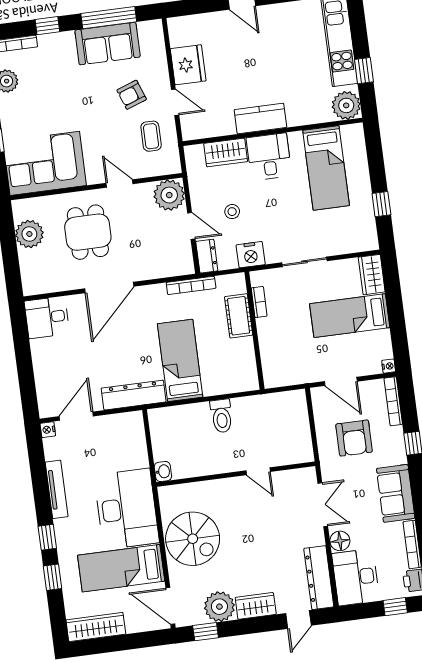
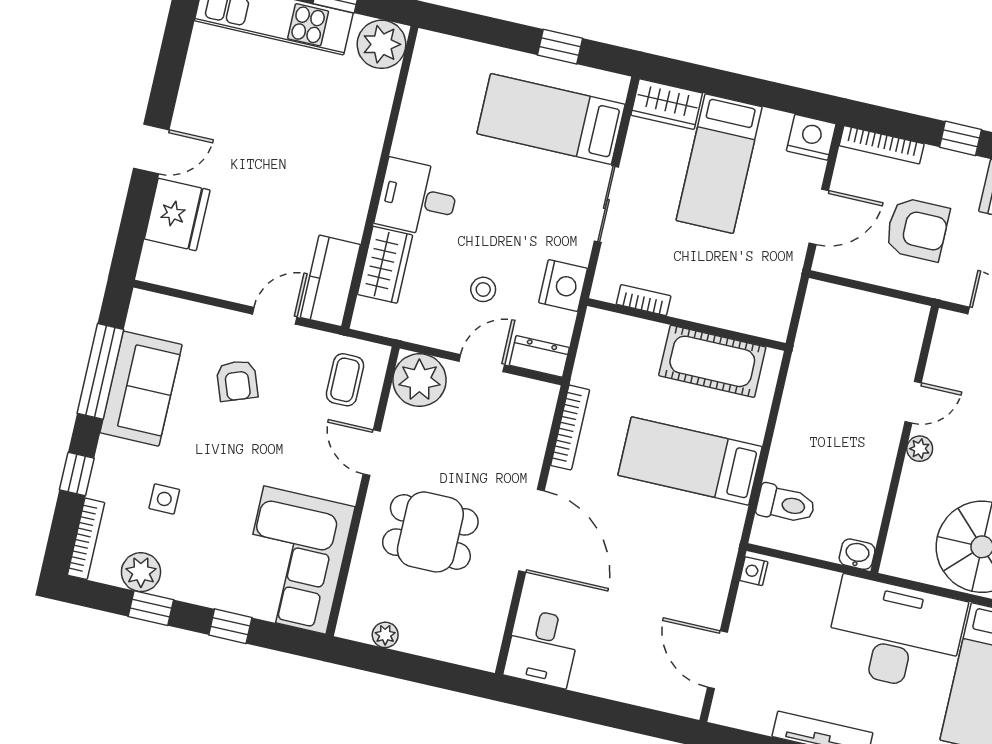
fridge: (188, 65) -> (177, 214), moved, turned 90
side table: (52, 79) -> (164, 499), added
kitchen counter: (260, 119) -> (330, 281), moved
coffee table: (151, 136) -> (345, 380), moved, turned 90
bed: (326, 168) -> (551, 119), moved, turned 180
door: (120, 184) -> (372, 453), hinge flipped
plant: (29, 234) -> (385, 635), width x0.53, depth x0.53
bookcase: (191, 285) -> (570, 428), moved
cot: (239, 316) -> (712, 361), moved, width x1.37, depth x1.34
nightstand: (389, 366) -> (811, 137), width x1.89, depth x1.79
dresser: (134, 395) -> (718, 556), removed
toilet: (221, 416) -> (786, 504), moved
nightstand: (48, 430) -> (754, 571), moved, turned 90
plant: (234, 484) -> (920, 449), added

